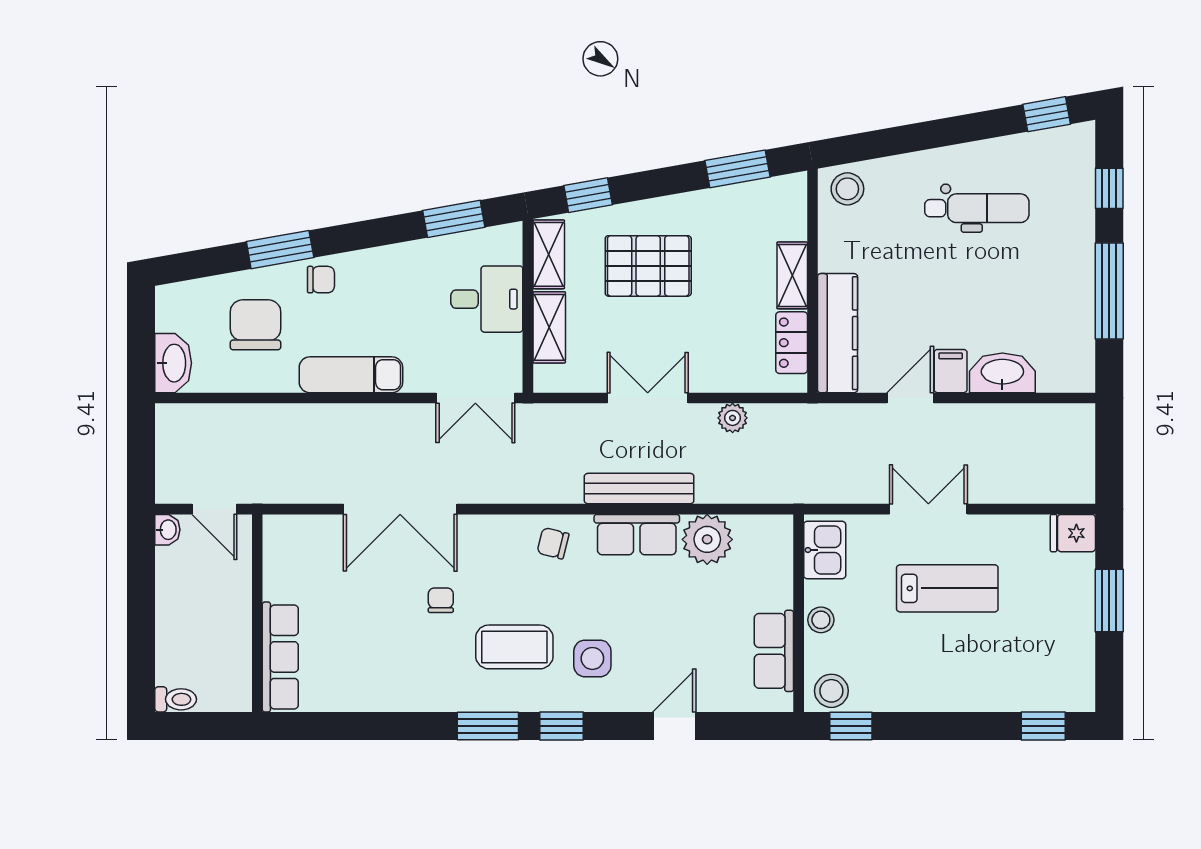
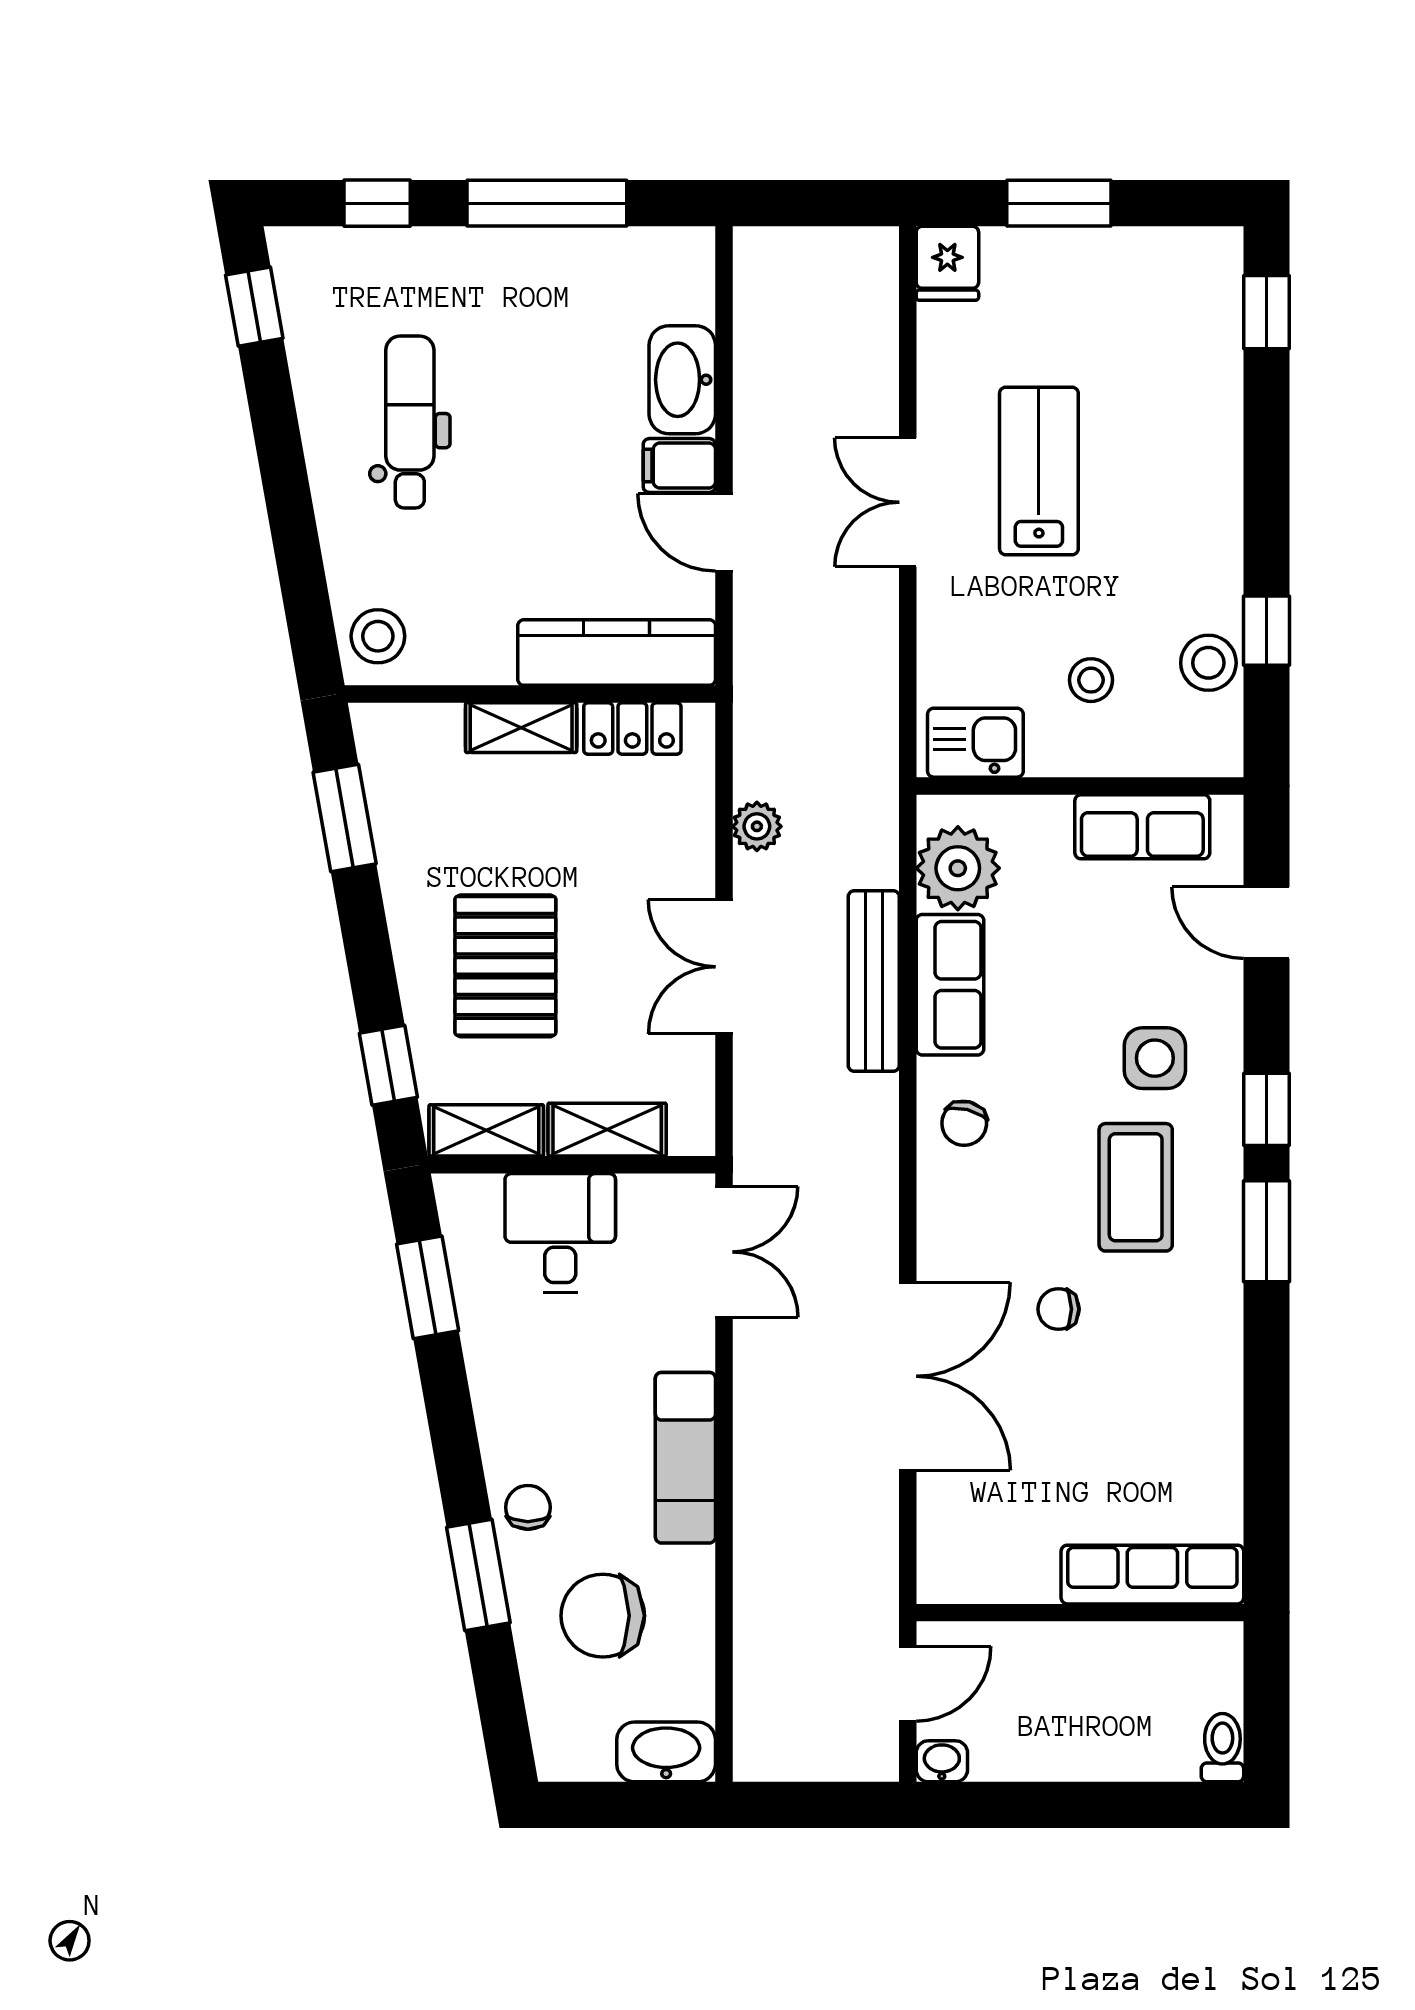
kitchen sink: (825, 550) -> (975, 743), moved
wall: (799, 613) -> (1080, 786), moved
row of seats: (774, 651) -> (1142, 827), moved

